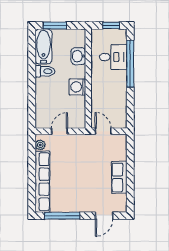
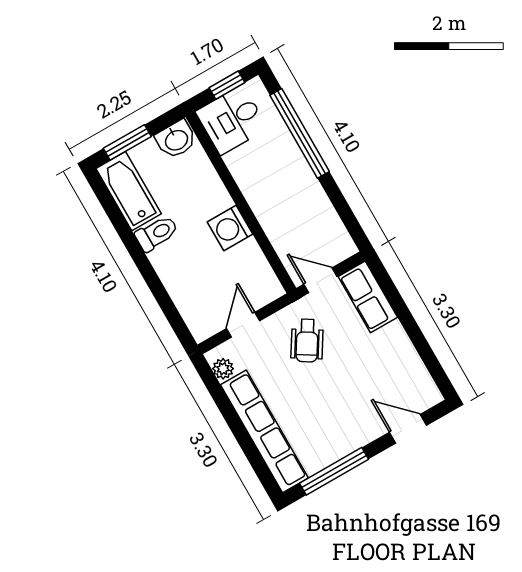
washbasin: (78, 56) -> (176, 139), moved, turned -90
desk: (113, 57) -> (232, 120), moved, turned 180
wheelchair: (83, 154) -> (307, 341), added
row of seats: (119, 177) -> (368, 297), moved
door: (104, 216) -> (408, 429), swing flipped

